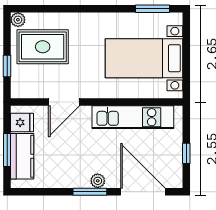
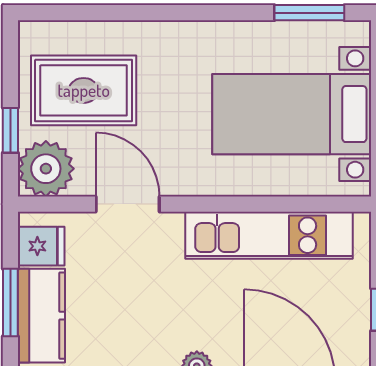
plant: (18, 20) -> (46, 169), moved, width x1.87, depth x1.87
door: (64, 102) -> (128, 204), swing flipped

